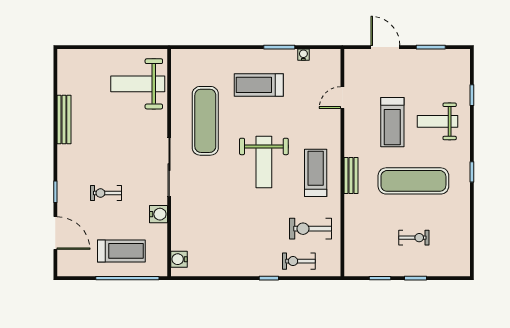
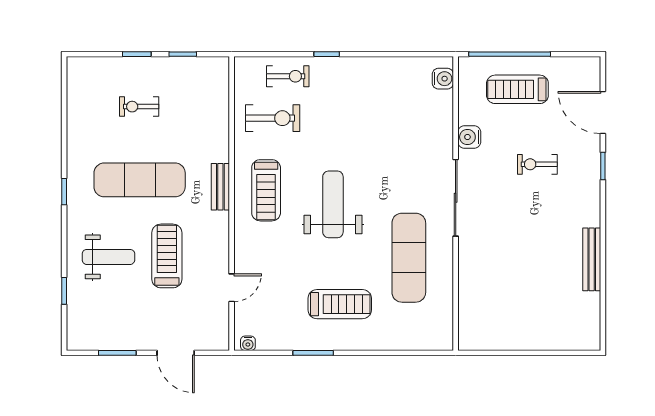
water cooler: (303, 55) -> (248, 343), moved
weight bench: (138, 84) -> (496, 305), removed
exercise bike: (106, 193) -> (537, 164), turned 180

